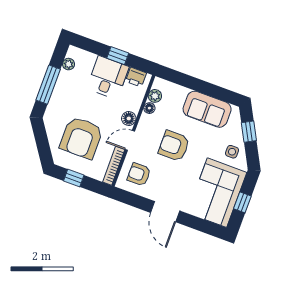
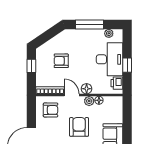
desk: (108, 78) -> (109, 59), width x1.37
plant: (155, 96) -> (89, 101), moved
armchair: (81, 138) -> (61, 61), width x0.53, depth x0.53
armchair: (139, 174) -> (51, 110), turned 90

